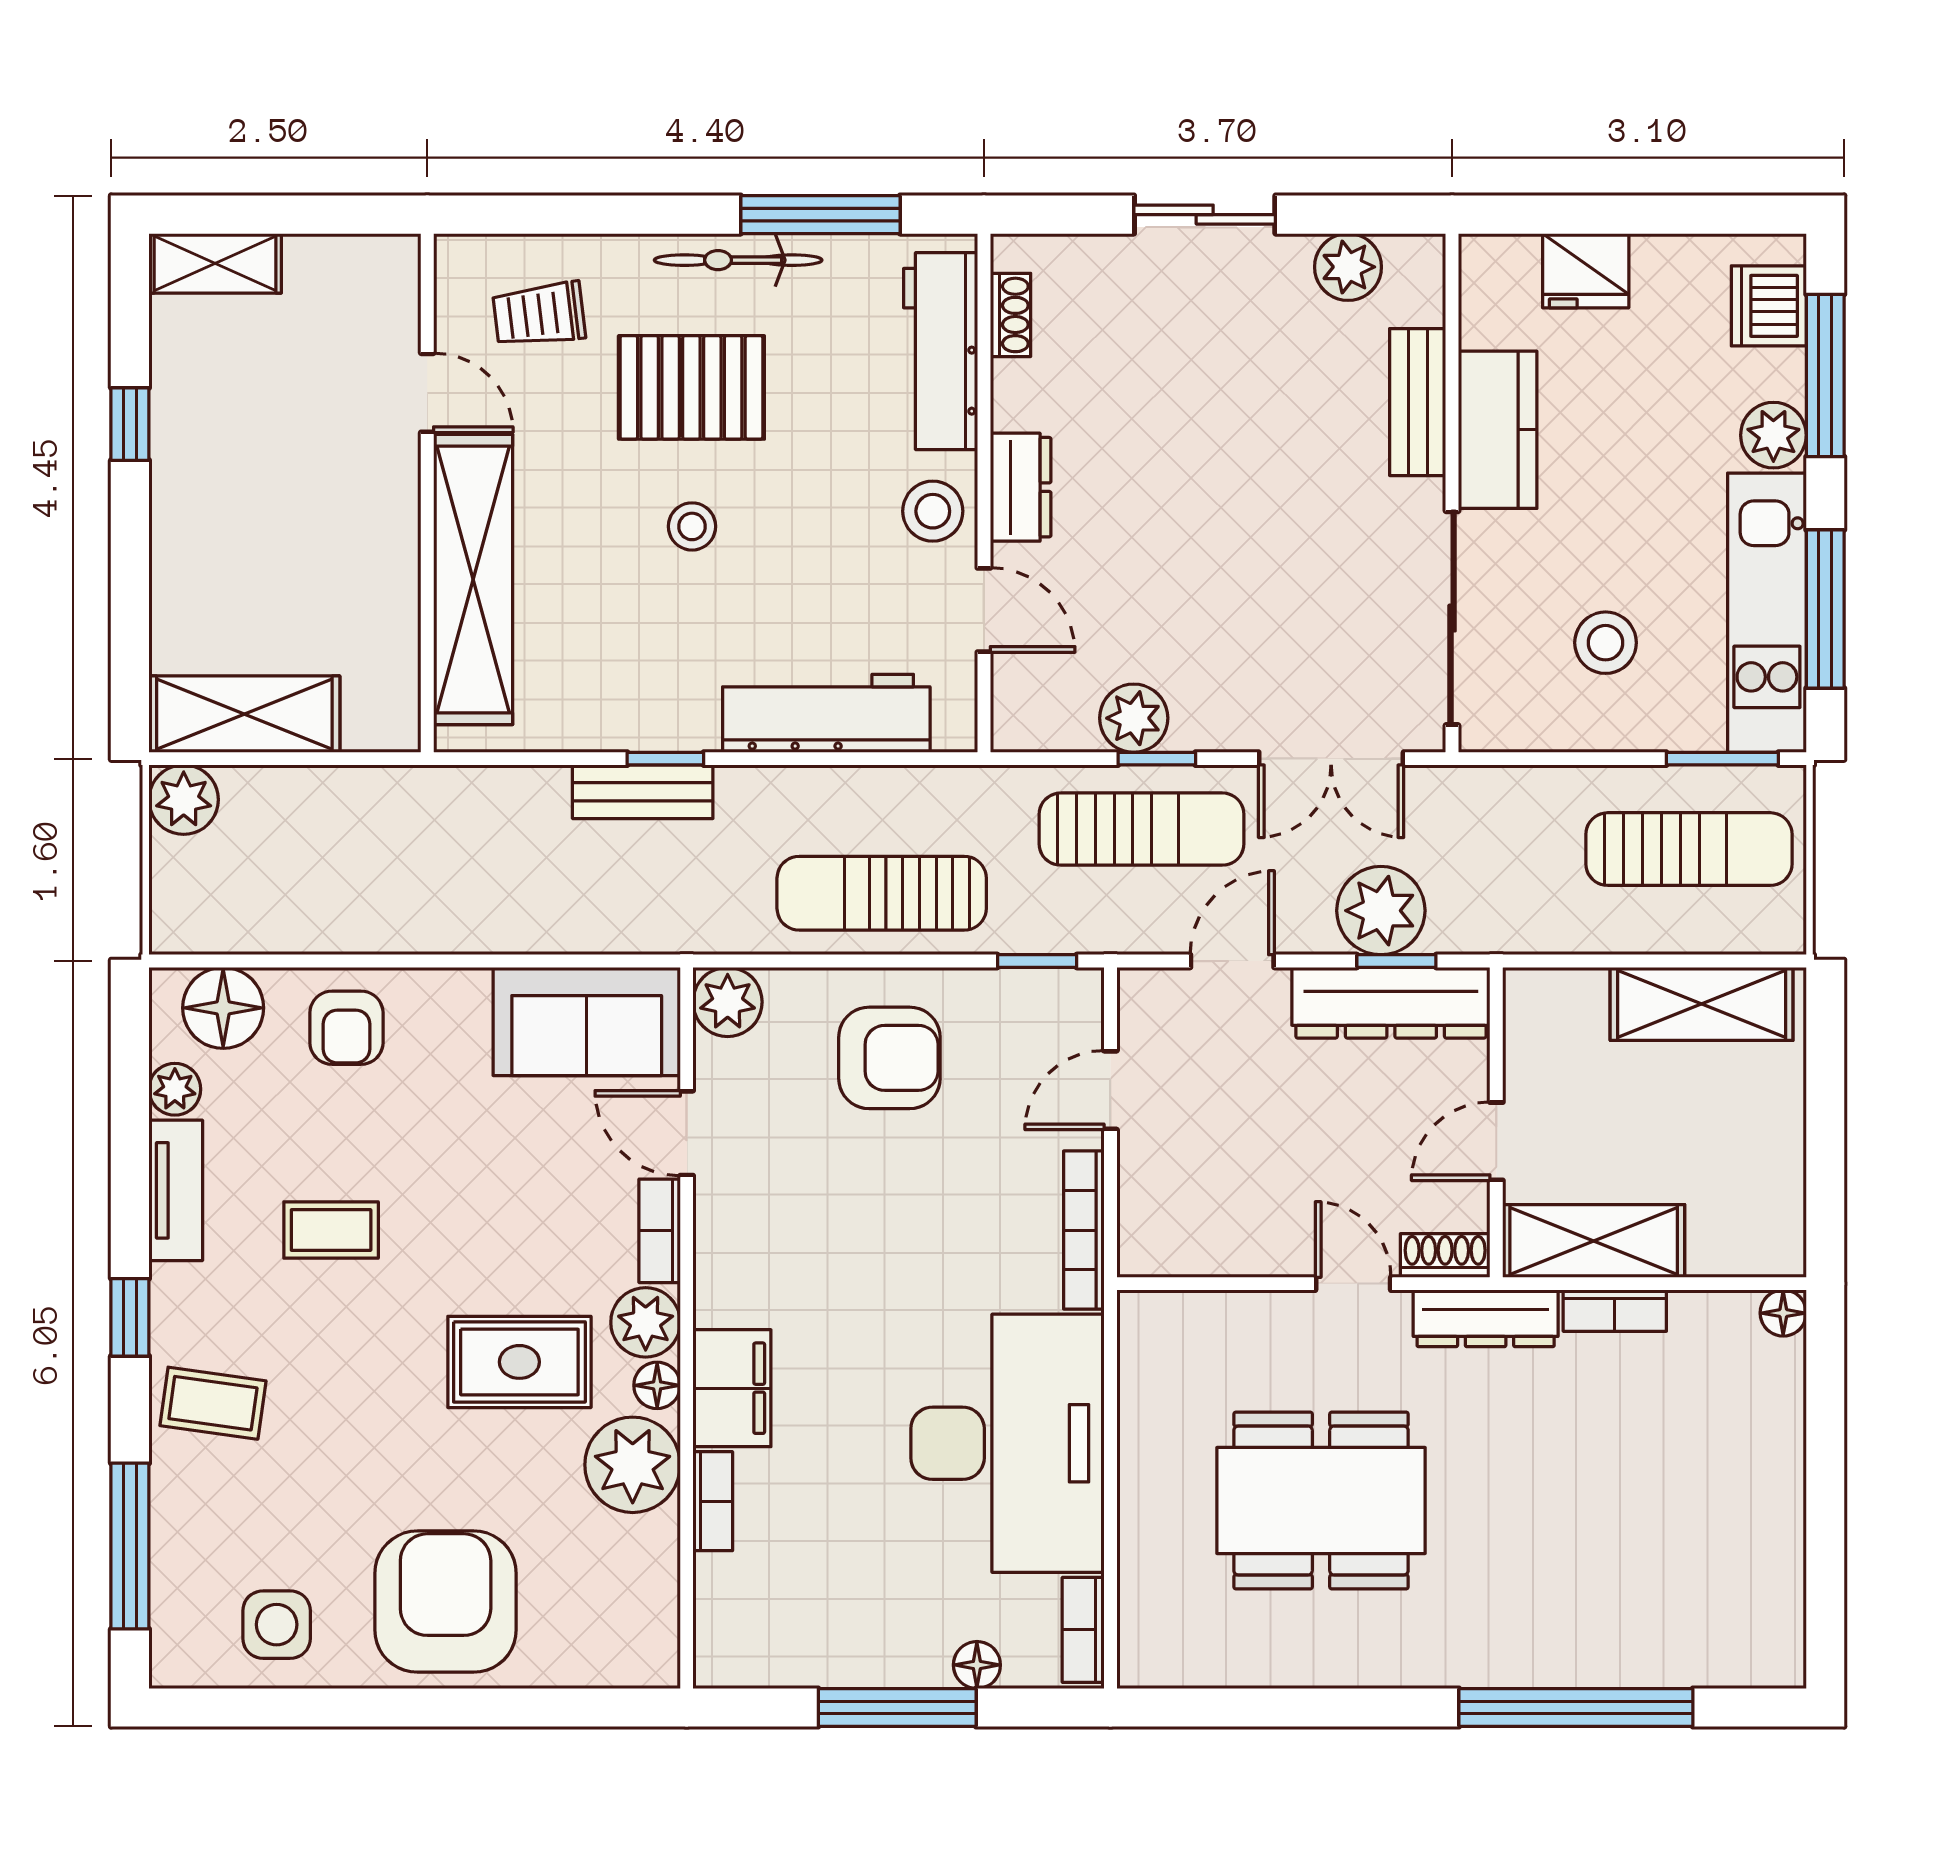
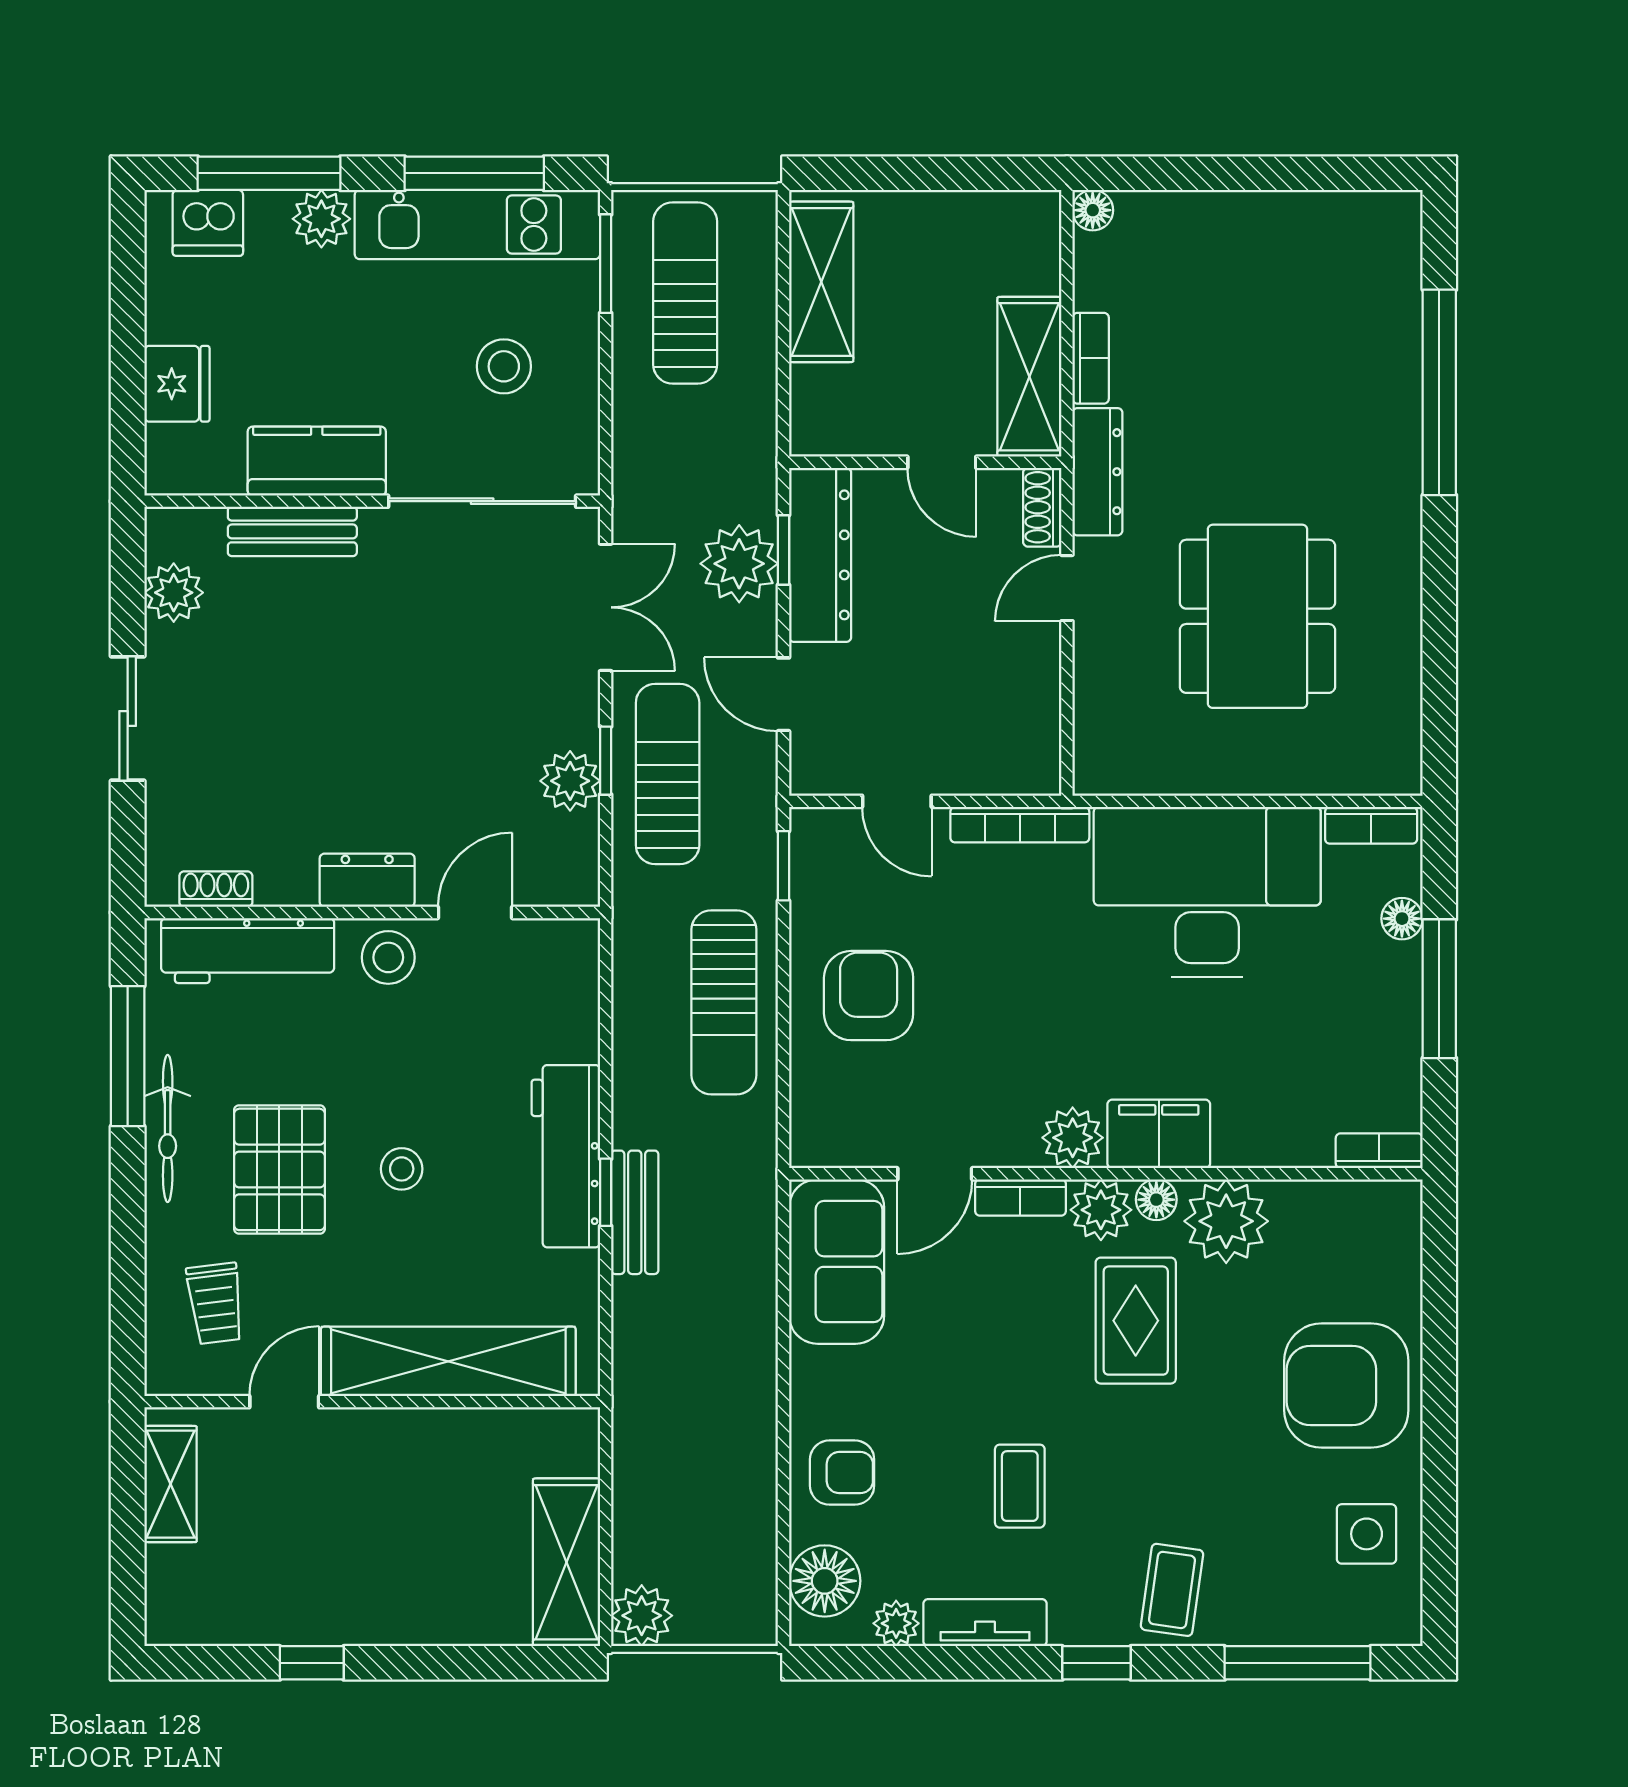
shelving: (215, 263) -> (170, 1484), moved
workbench: (826, 713) -> (566, 1156), moved
plant: (728, 1002) -> (1073, 1138), moved
bookcase: (713, 1501) -> (1379, 1151), moved

